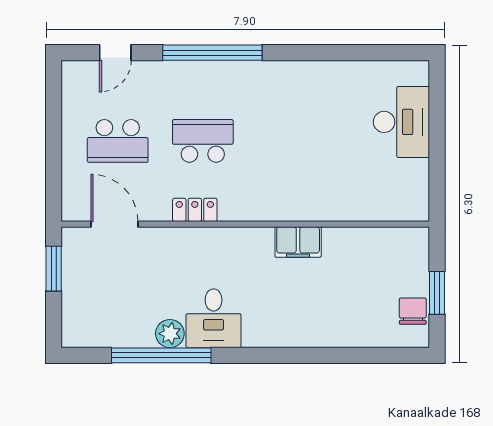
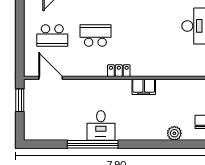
locker: (195, 210) -> (119, 71), moved
plant: (170, 334) -> (174, 133), moved
window: (161, 355) -> (93, 144), moved

